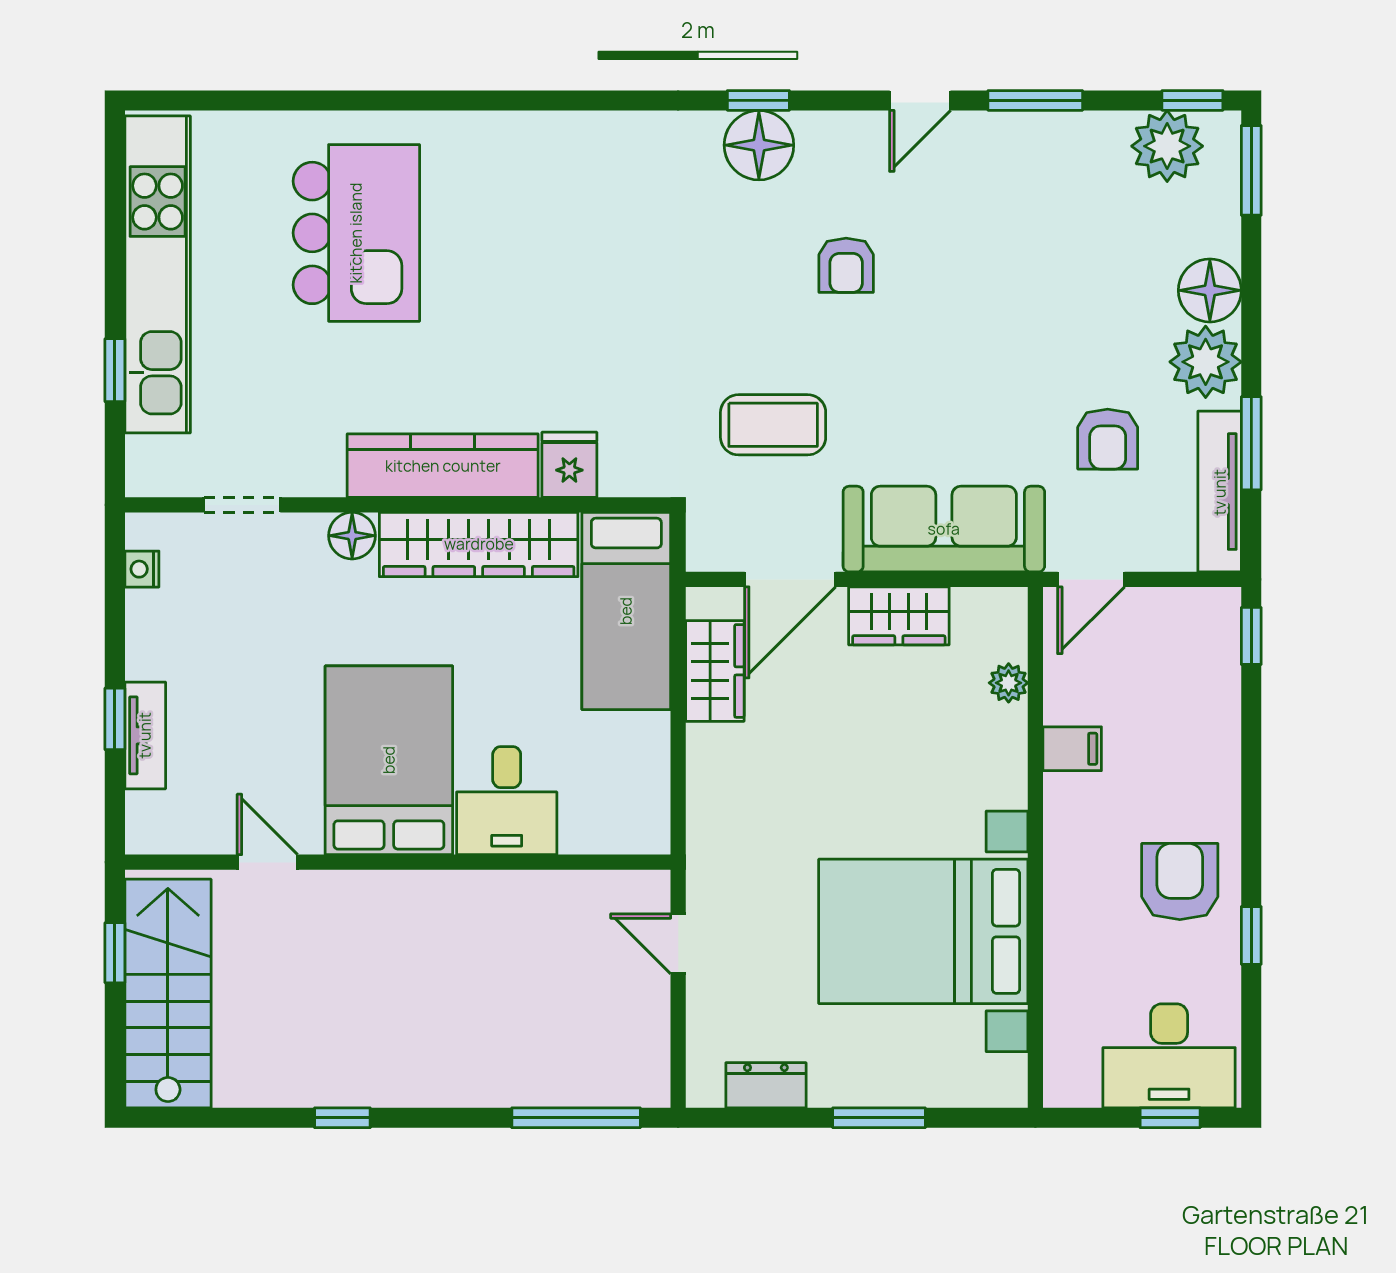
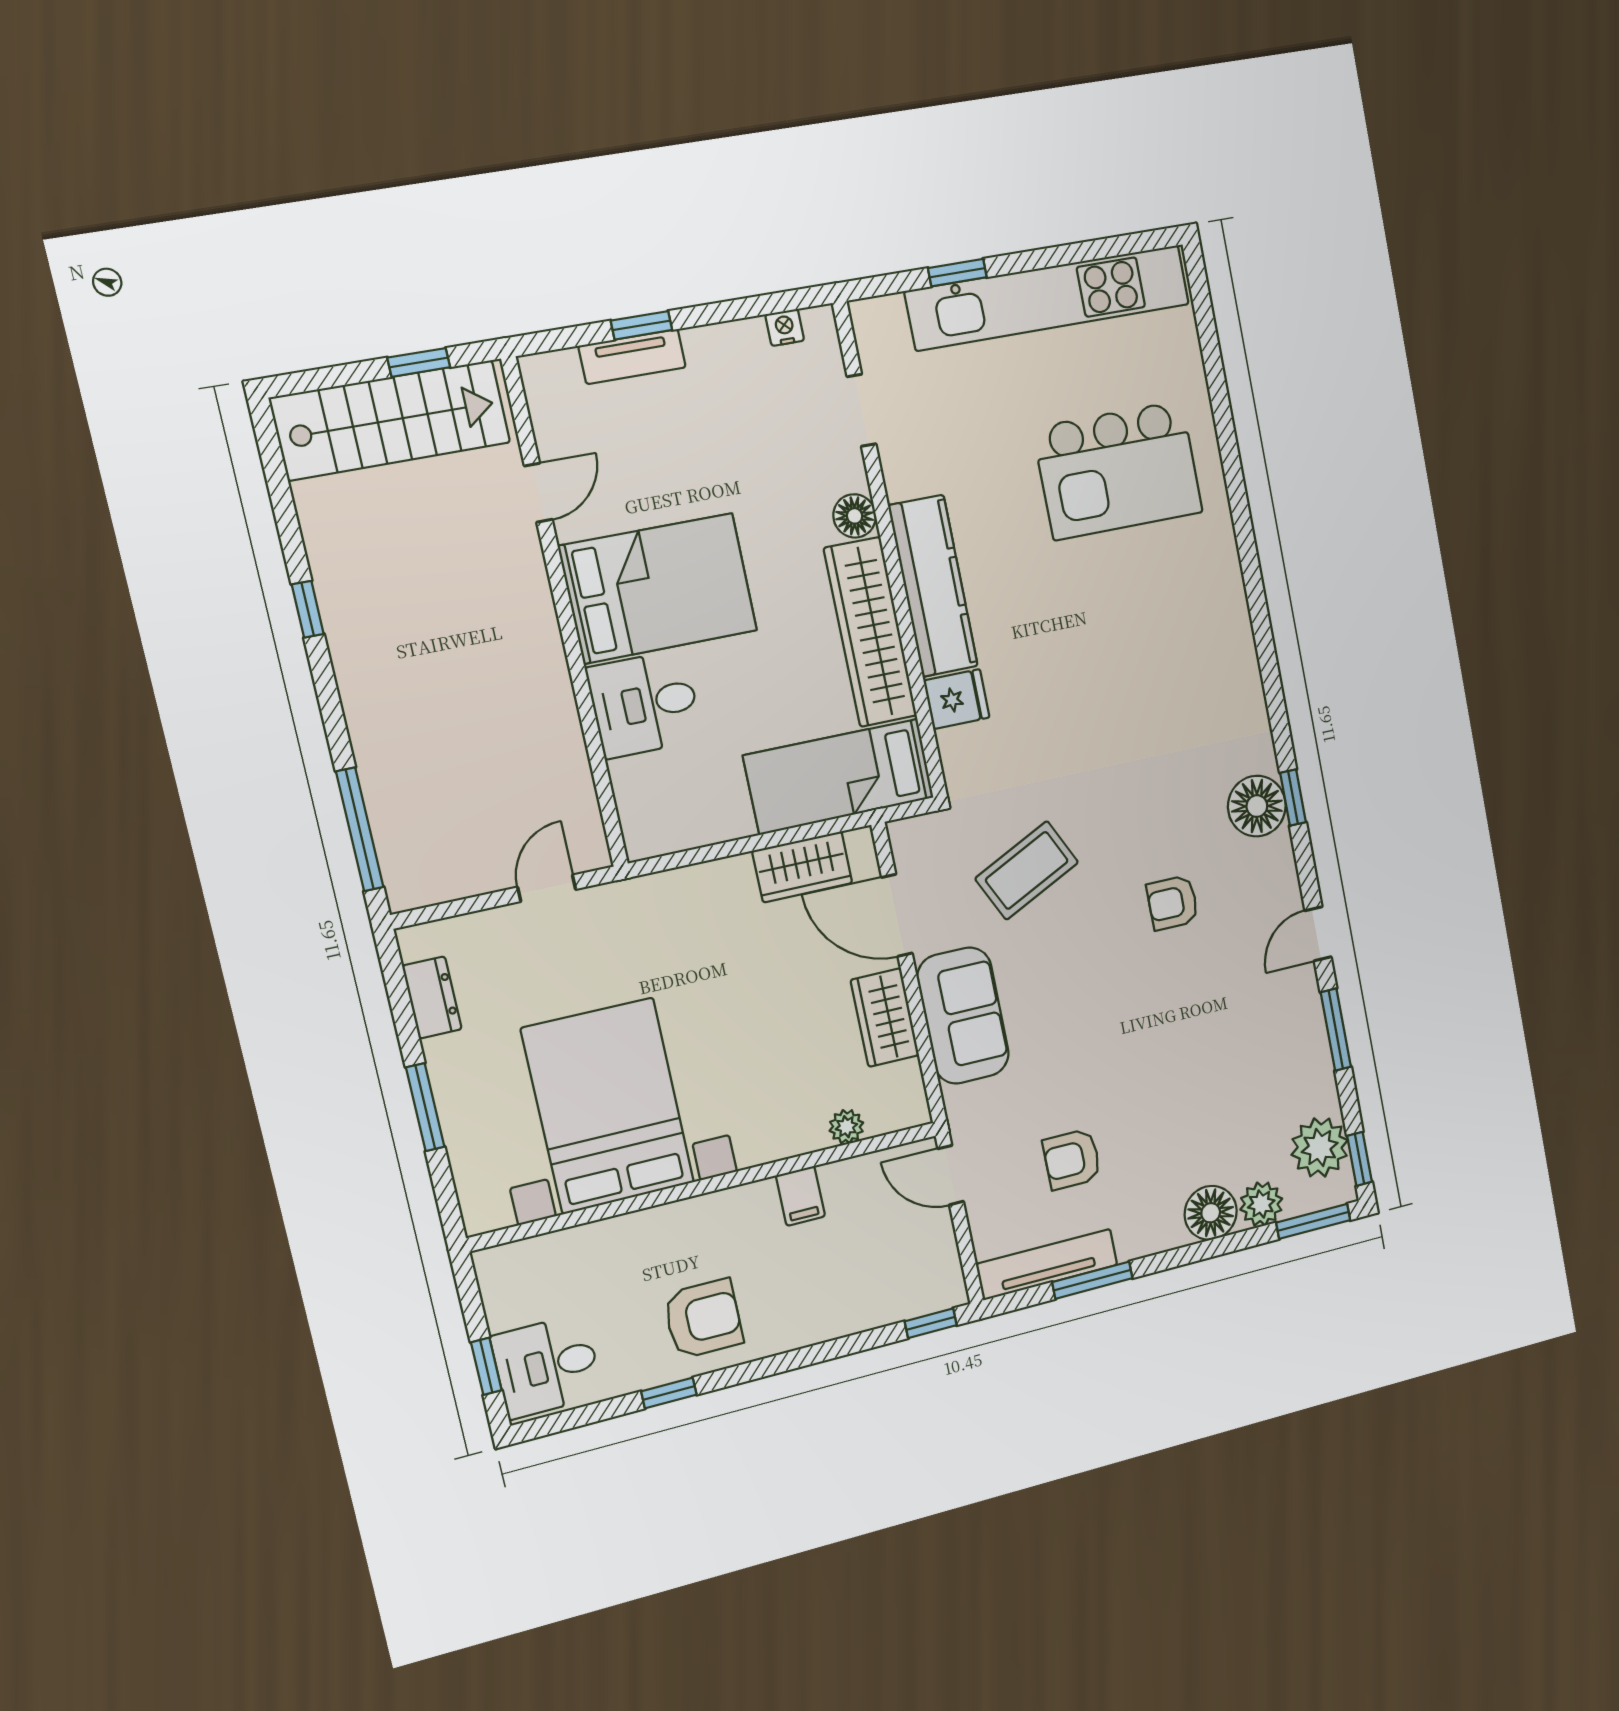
door: (920, 100) -> (1318, 934), hinge flipped
plant: (1206, 362) -> (1261, 1204), moved, width x0.73, depth x0.73
coffee table: (773, 425) -> (1027, 870), turned 64
sofa: (944, 529) -> (963, 1016), width x0.73
desk: (1169, 1056) -> (547, 1366), width x0.73

